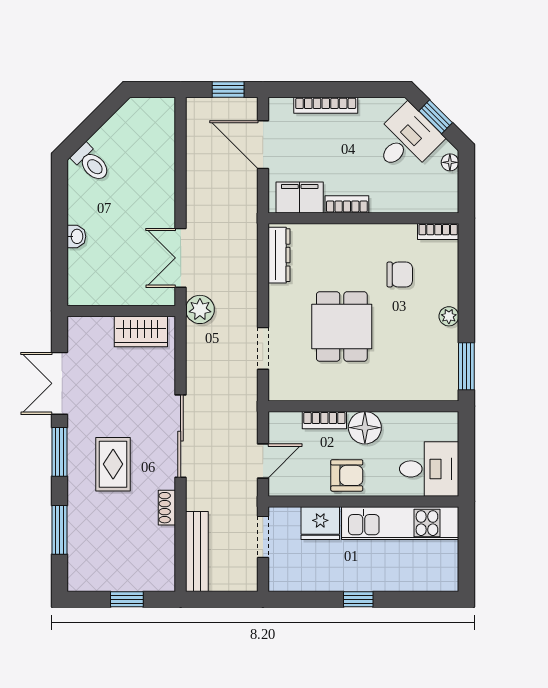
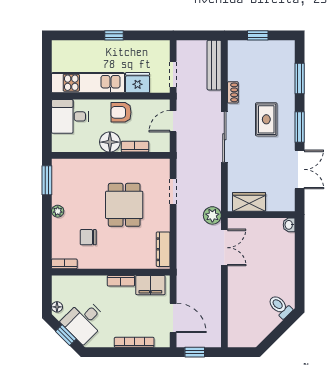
washbasin: (76, 236) -> (289, 225), moved

